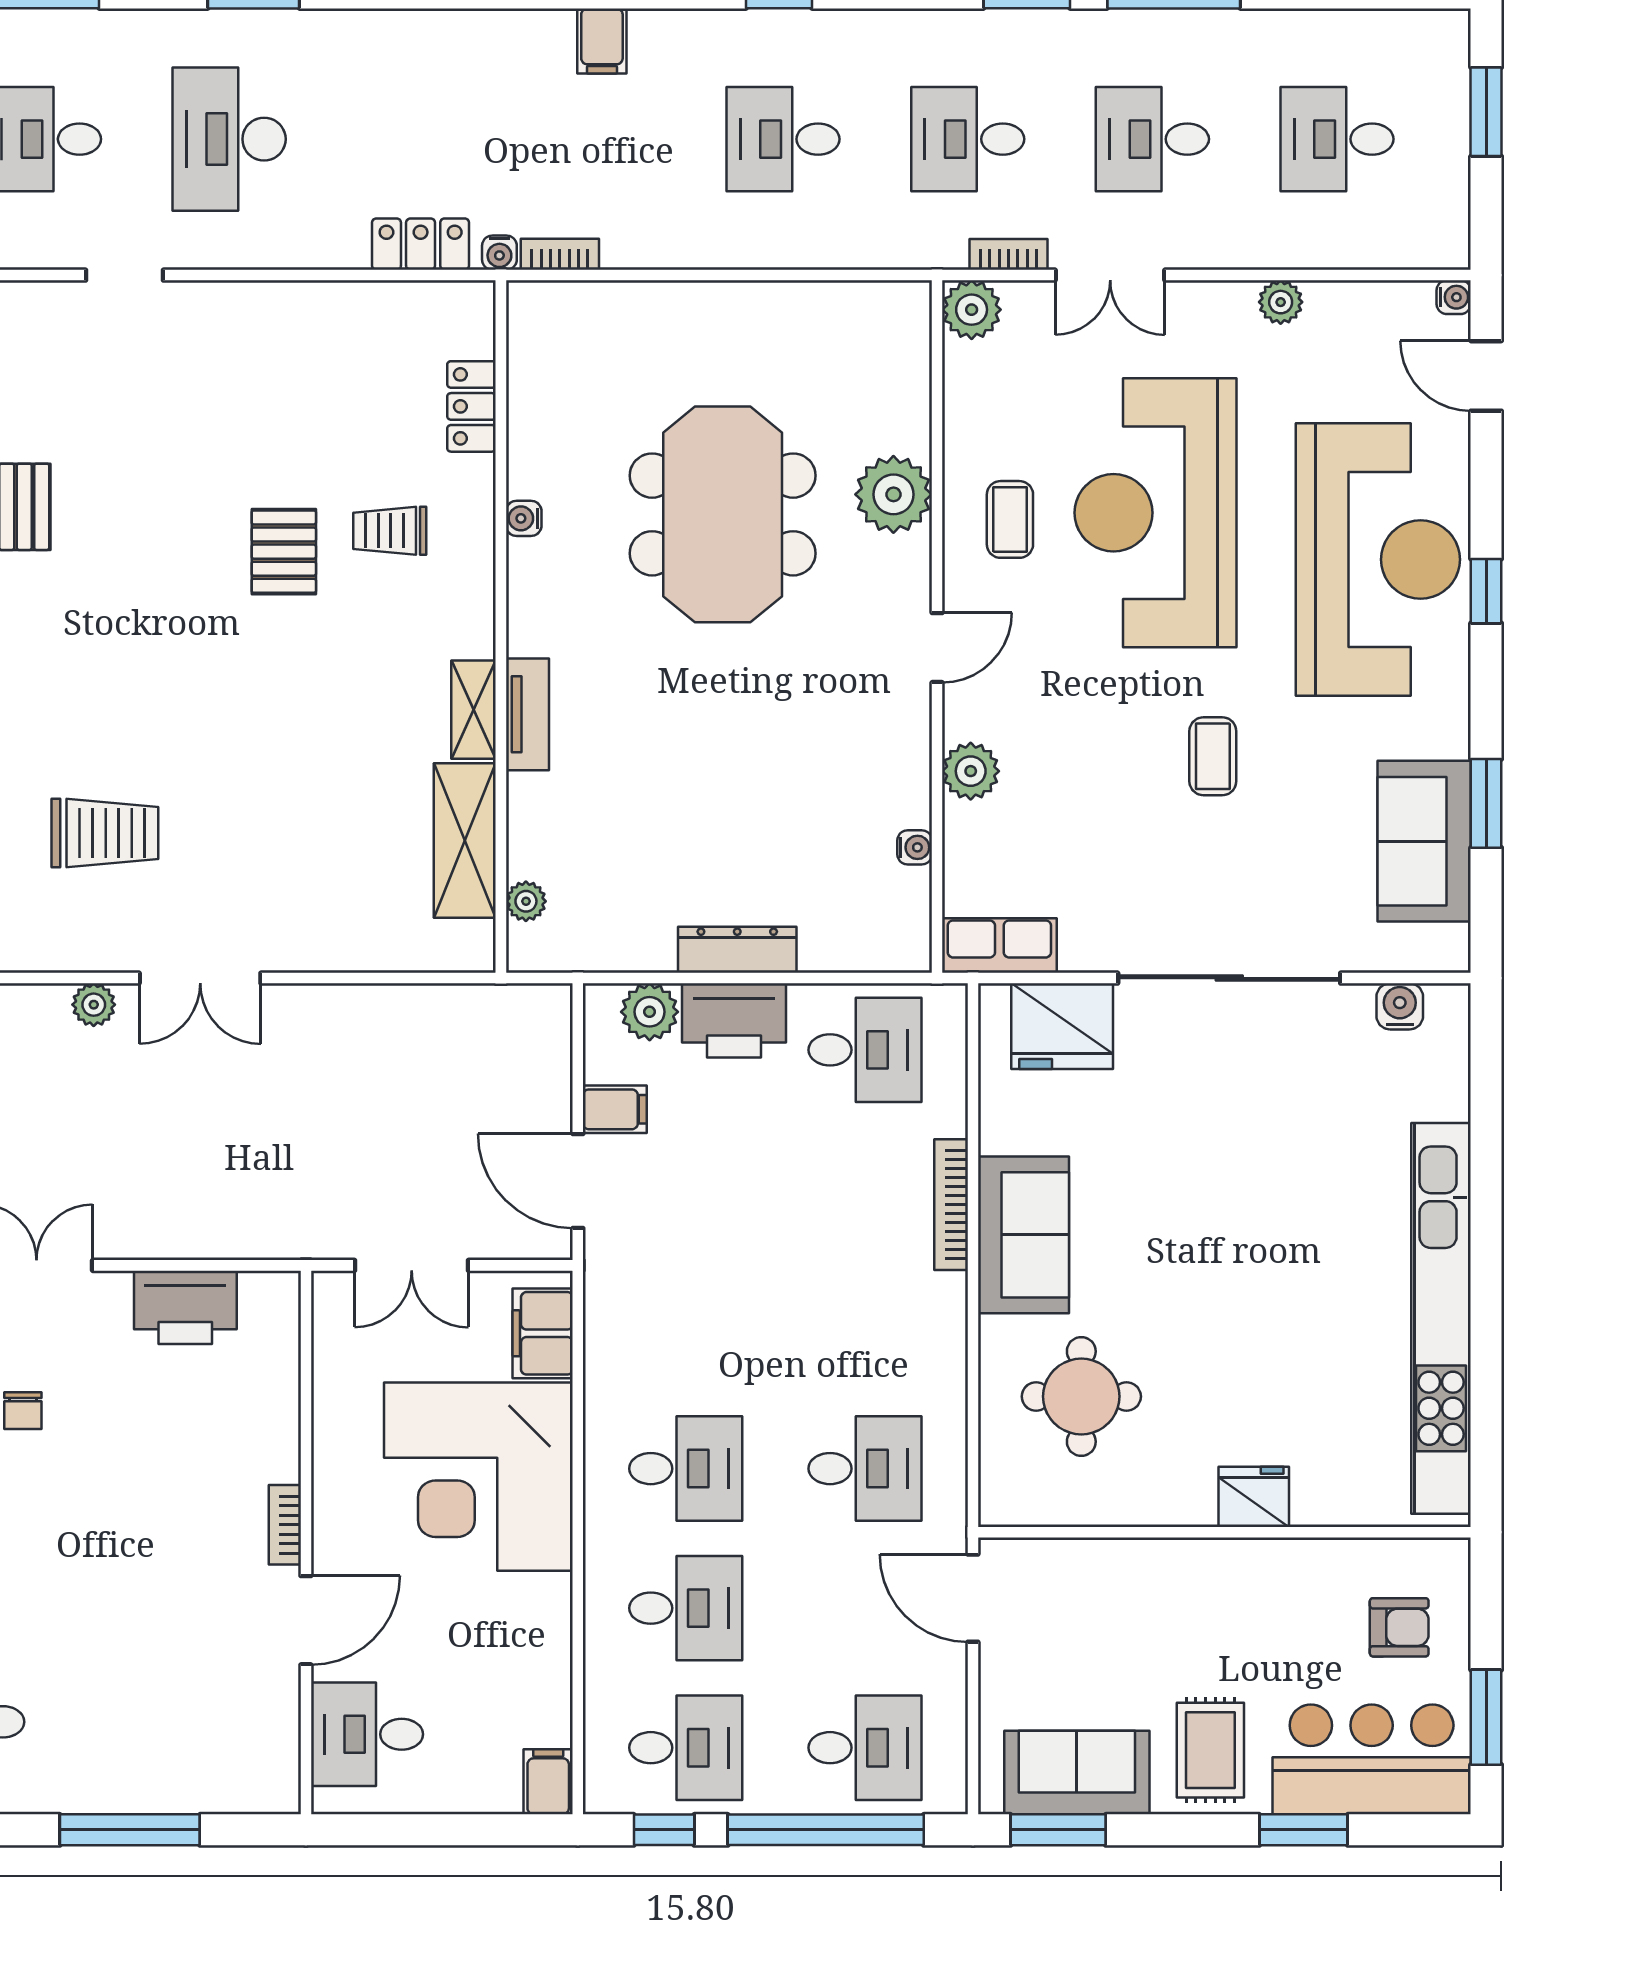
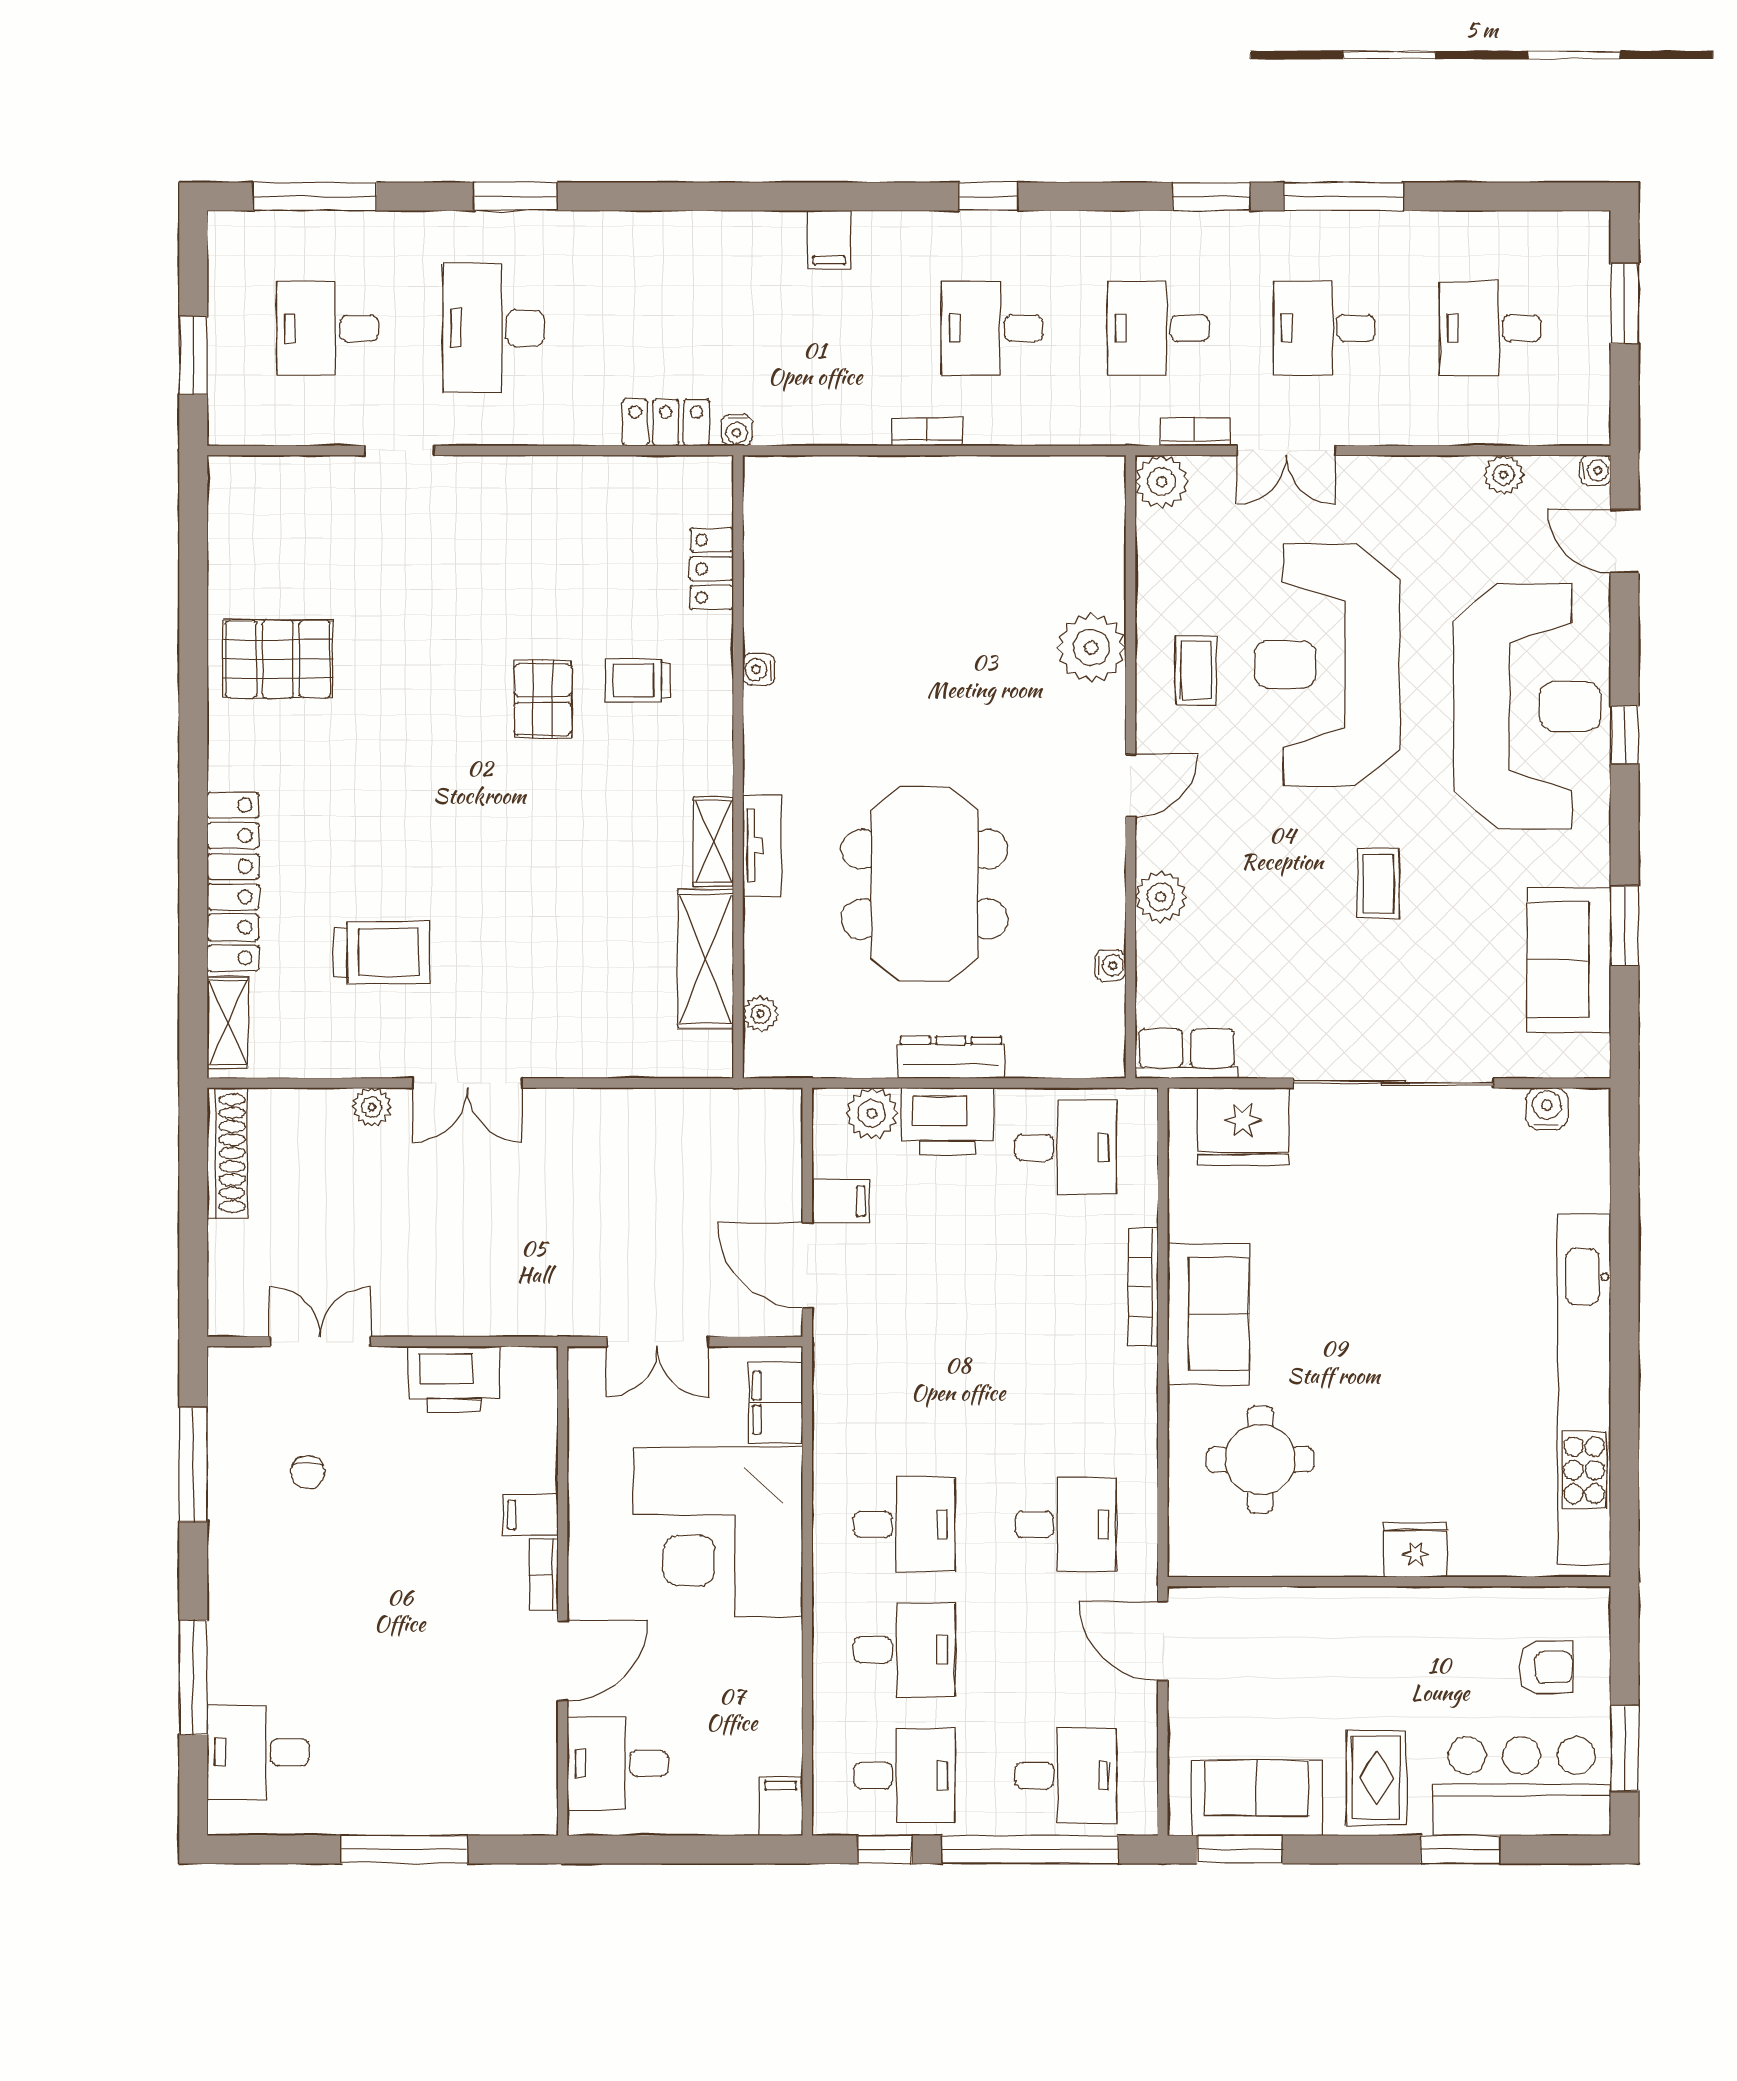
bookcase: (560, 254) -> (927, 432), moved
plant: (1281, 302) -> (1504, 475), moved
meeting table: (723, 514) -> (924, 884), moved
filing cabinet: (270, 1458) -> (531, 1515), added

